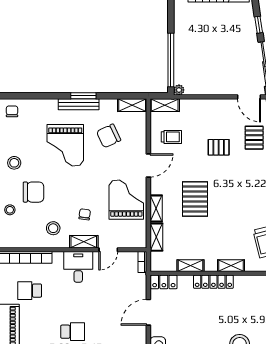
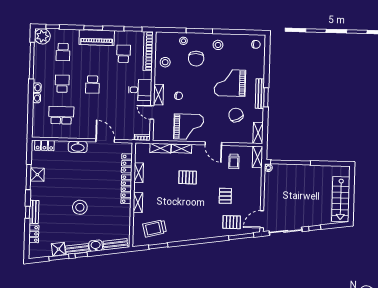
pallet: (195, 199) -> (188, 177), width x0.67, depth x0.71
stool: (53, 228) -> (165, 62), moved
locker: (164, 282) -> (127, 163), moved

